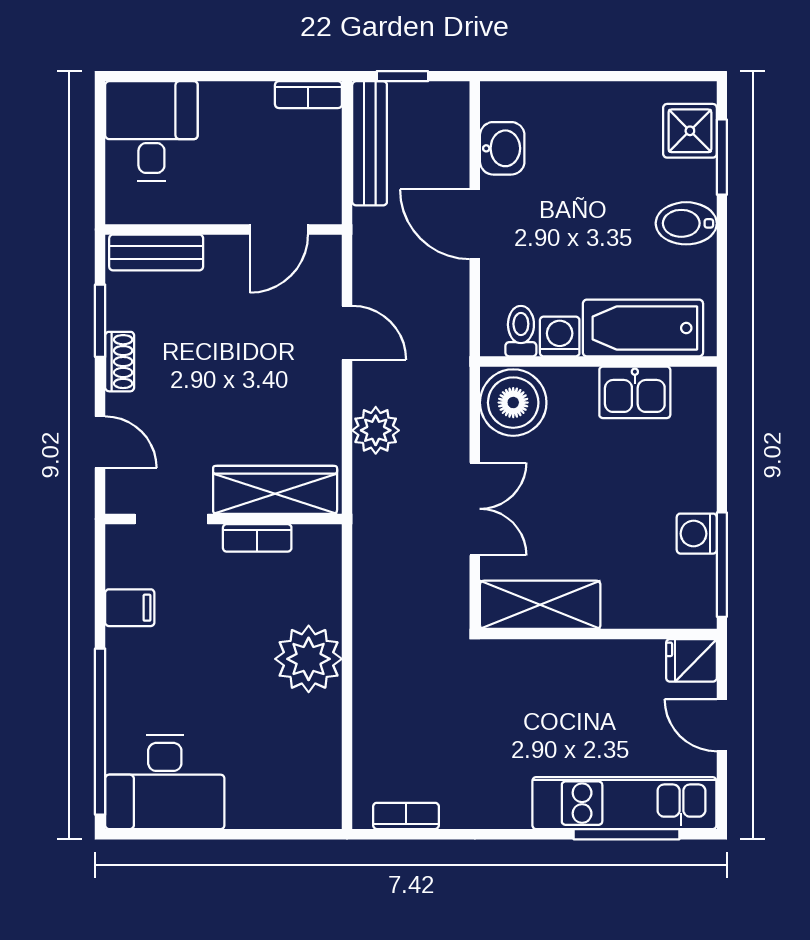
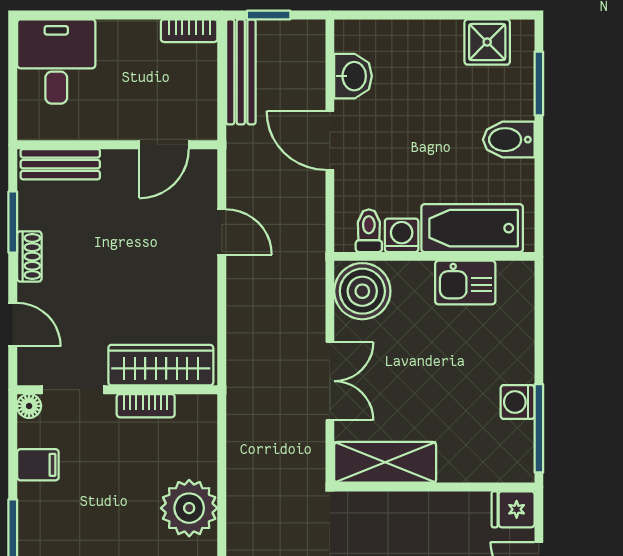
shower: (690, 131) -> (487, 42), moved
plant: (376, 430) -> (246, 315), removed
floor lamp: (119, 538) -> (29, 406), added

